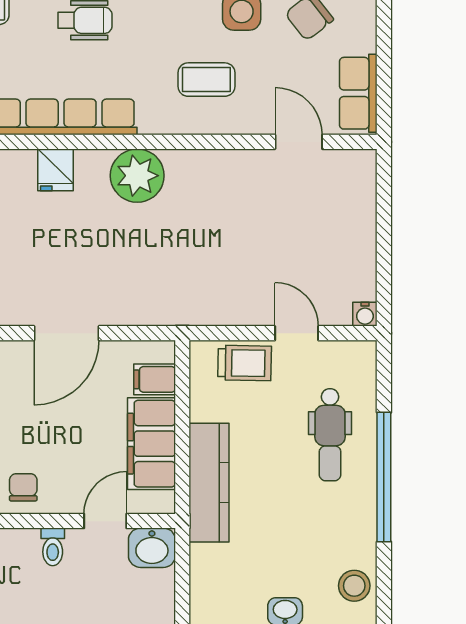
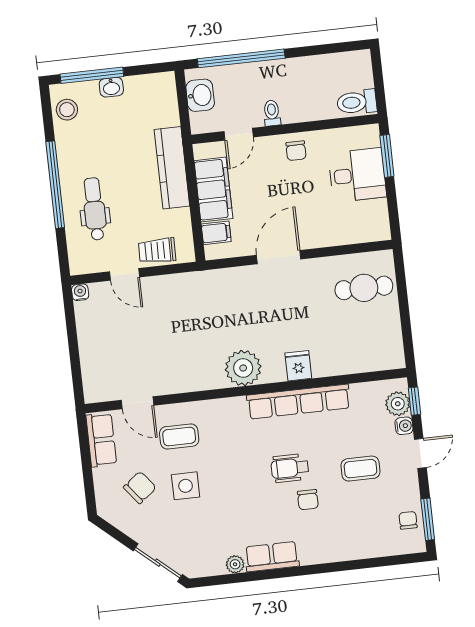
coffee table: (206, 80) -> (179, 436), moved
washbasin: (152, 548) -> (200, 95), moved, turned 90

